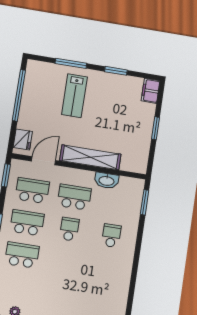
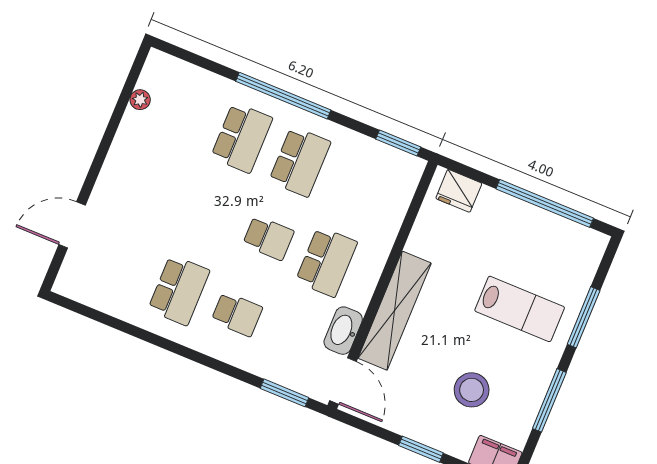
window: (116, 71) -> (549, 400), width x1.44
lab bench: (74, 96) -> (520, 309), turned 180
stool: (120, 110) -> (472, 390), added
door: (44, 161) -> (343, 381), moved
school desk: (32, 191) -> (179, 290), moved

